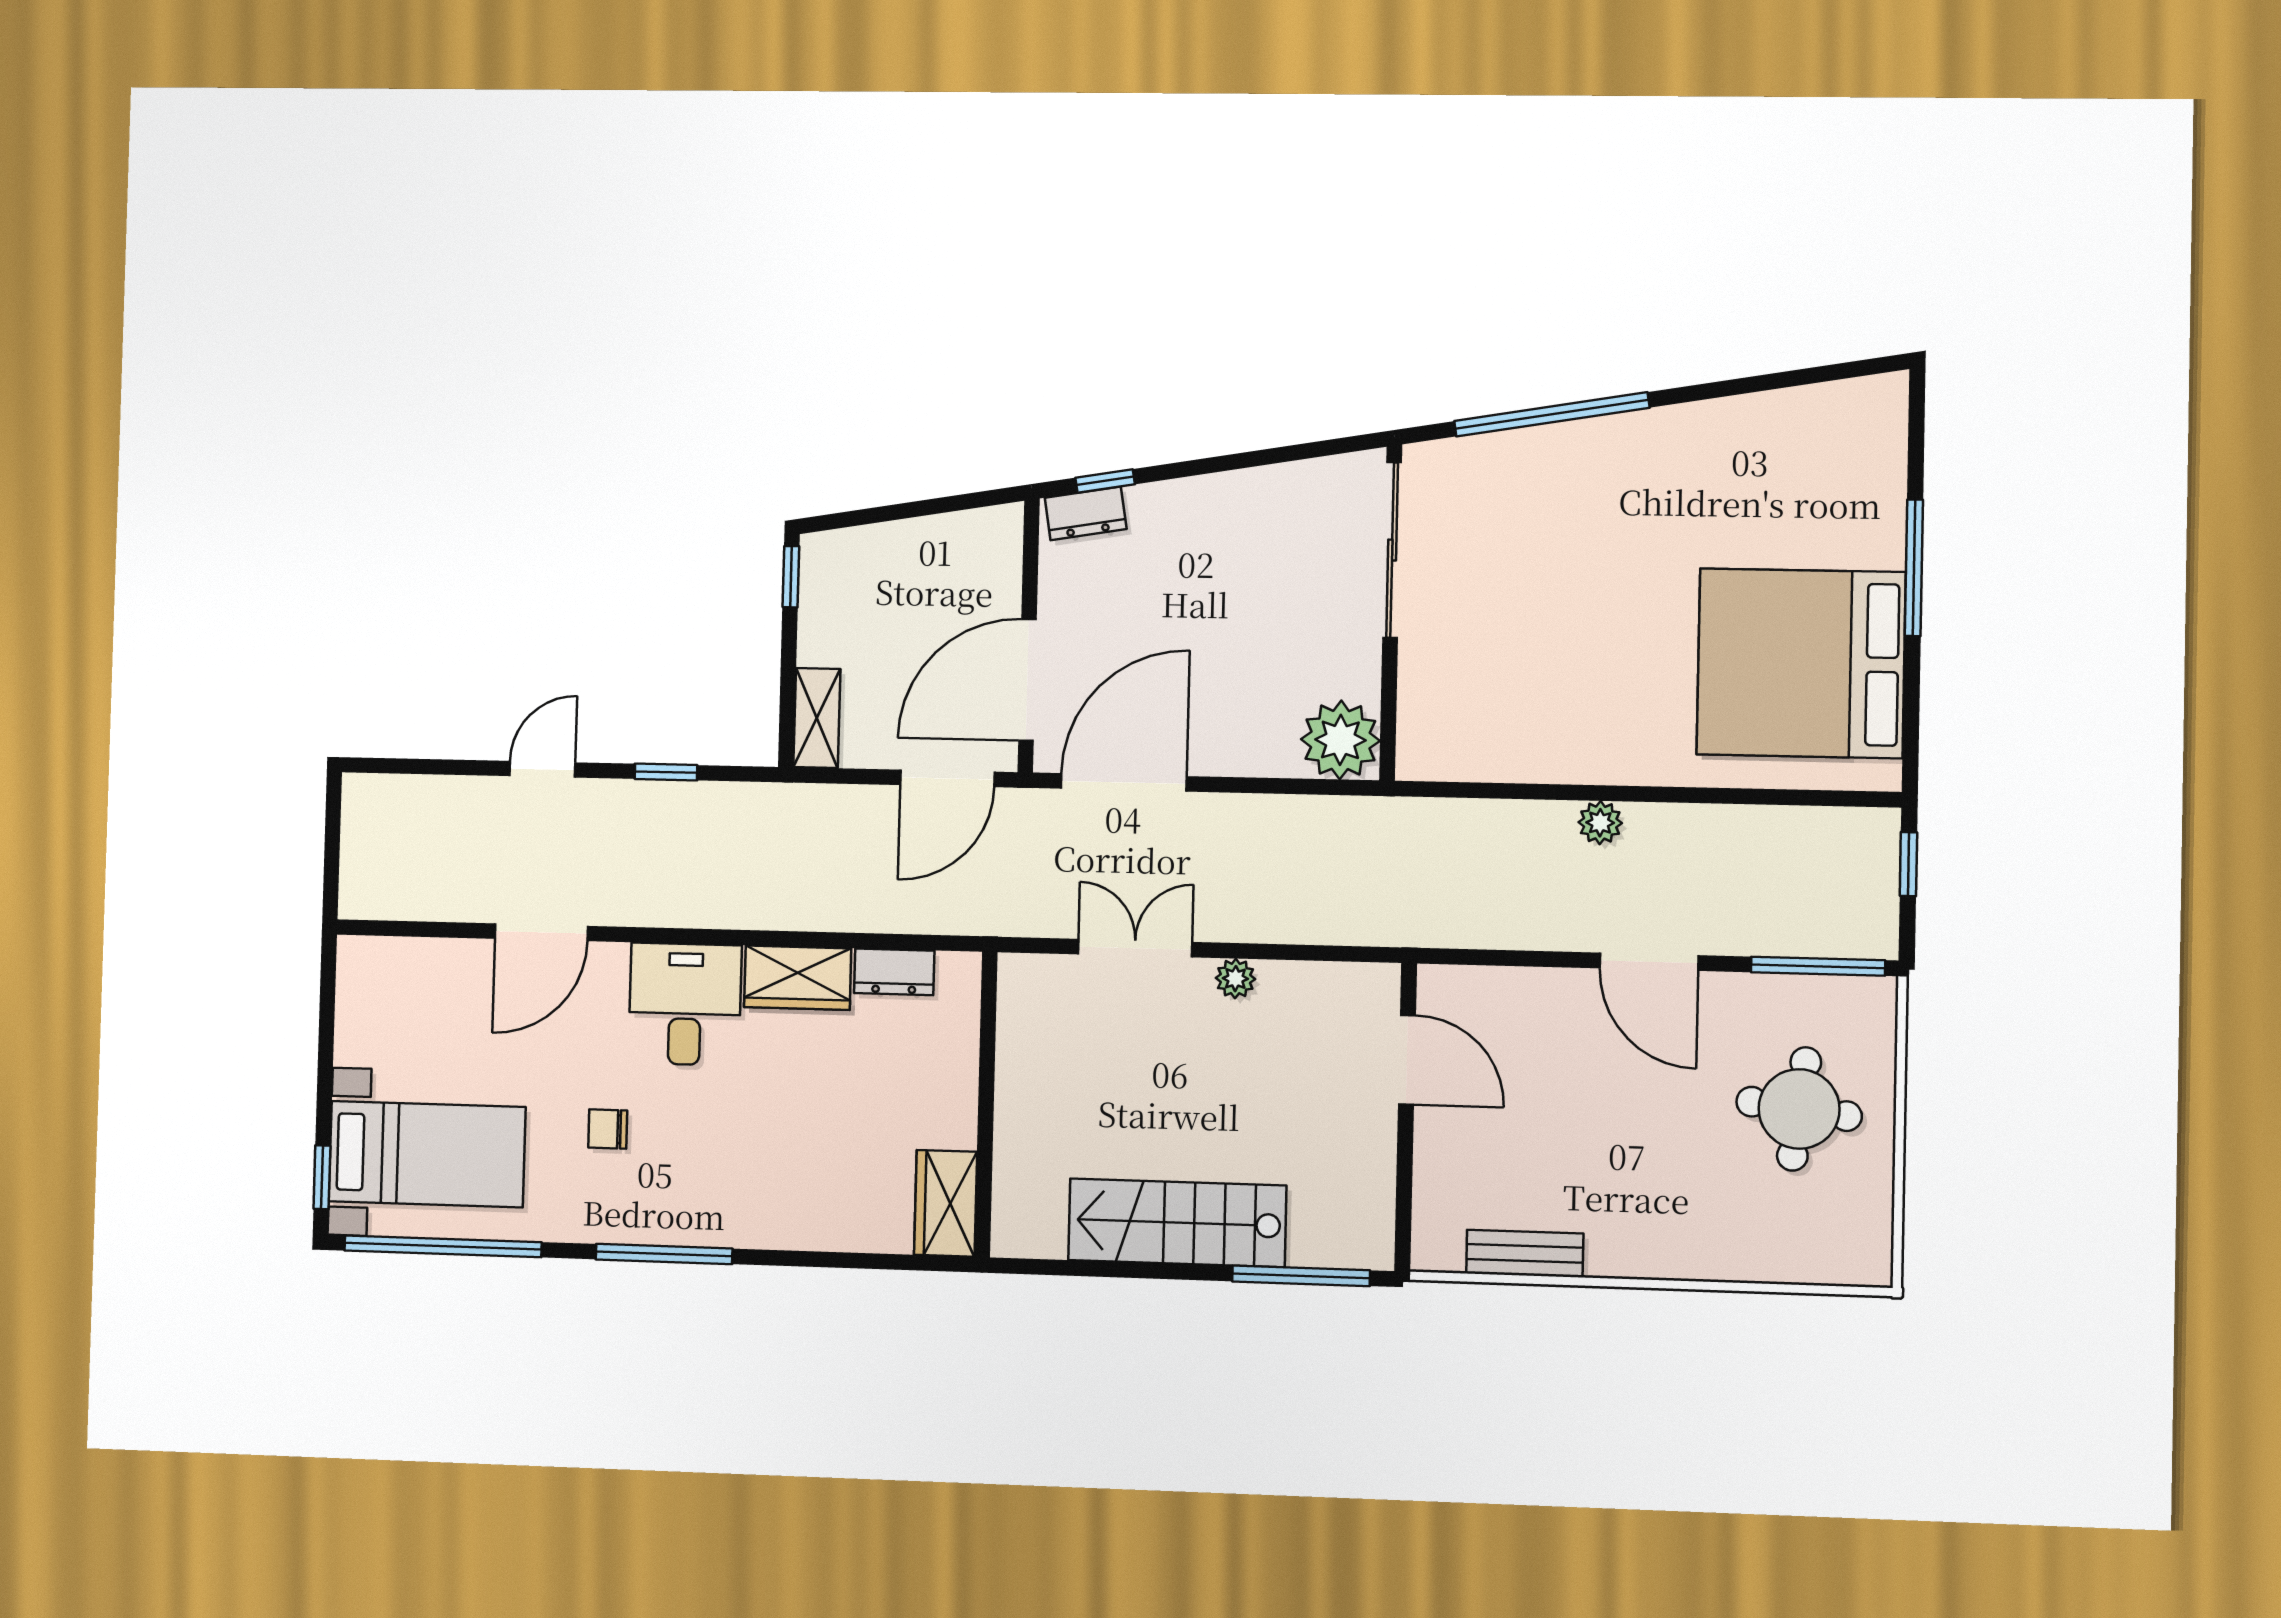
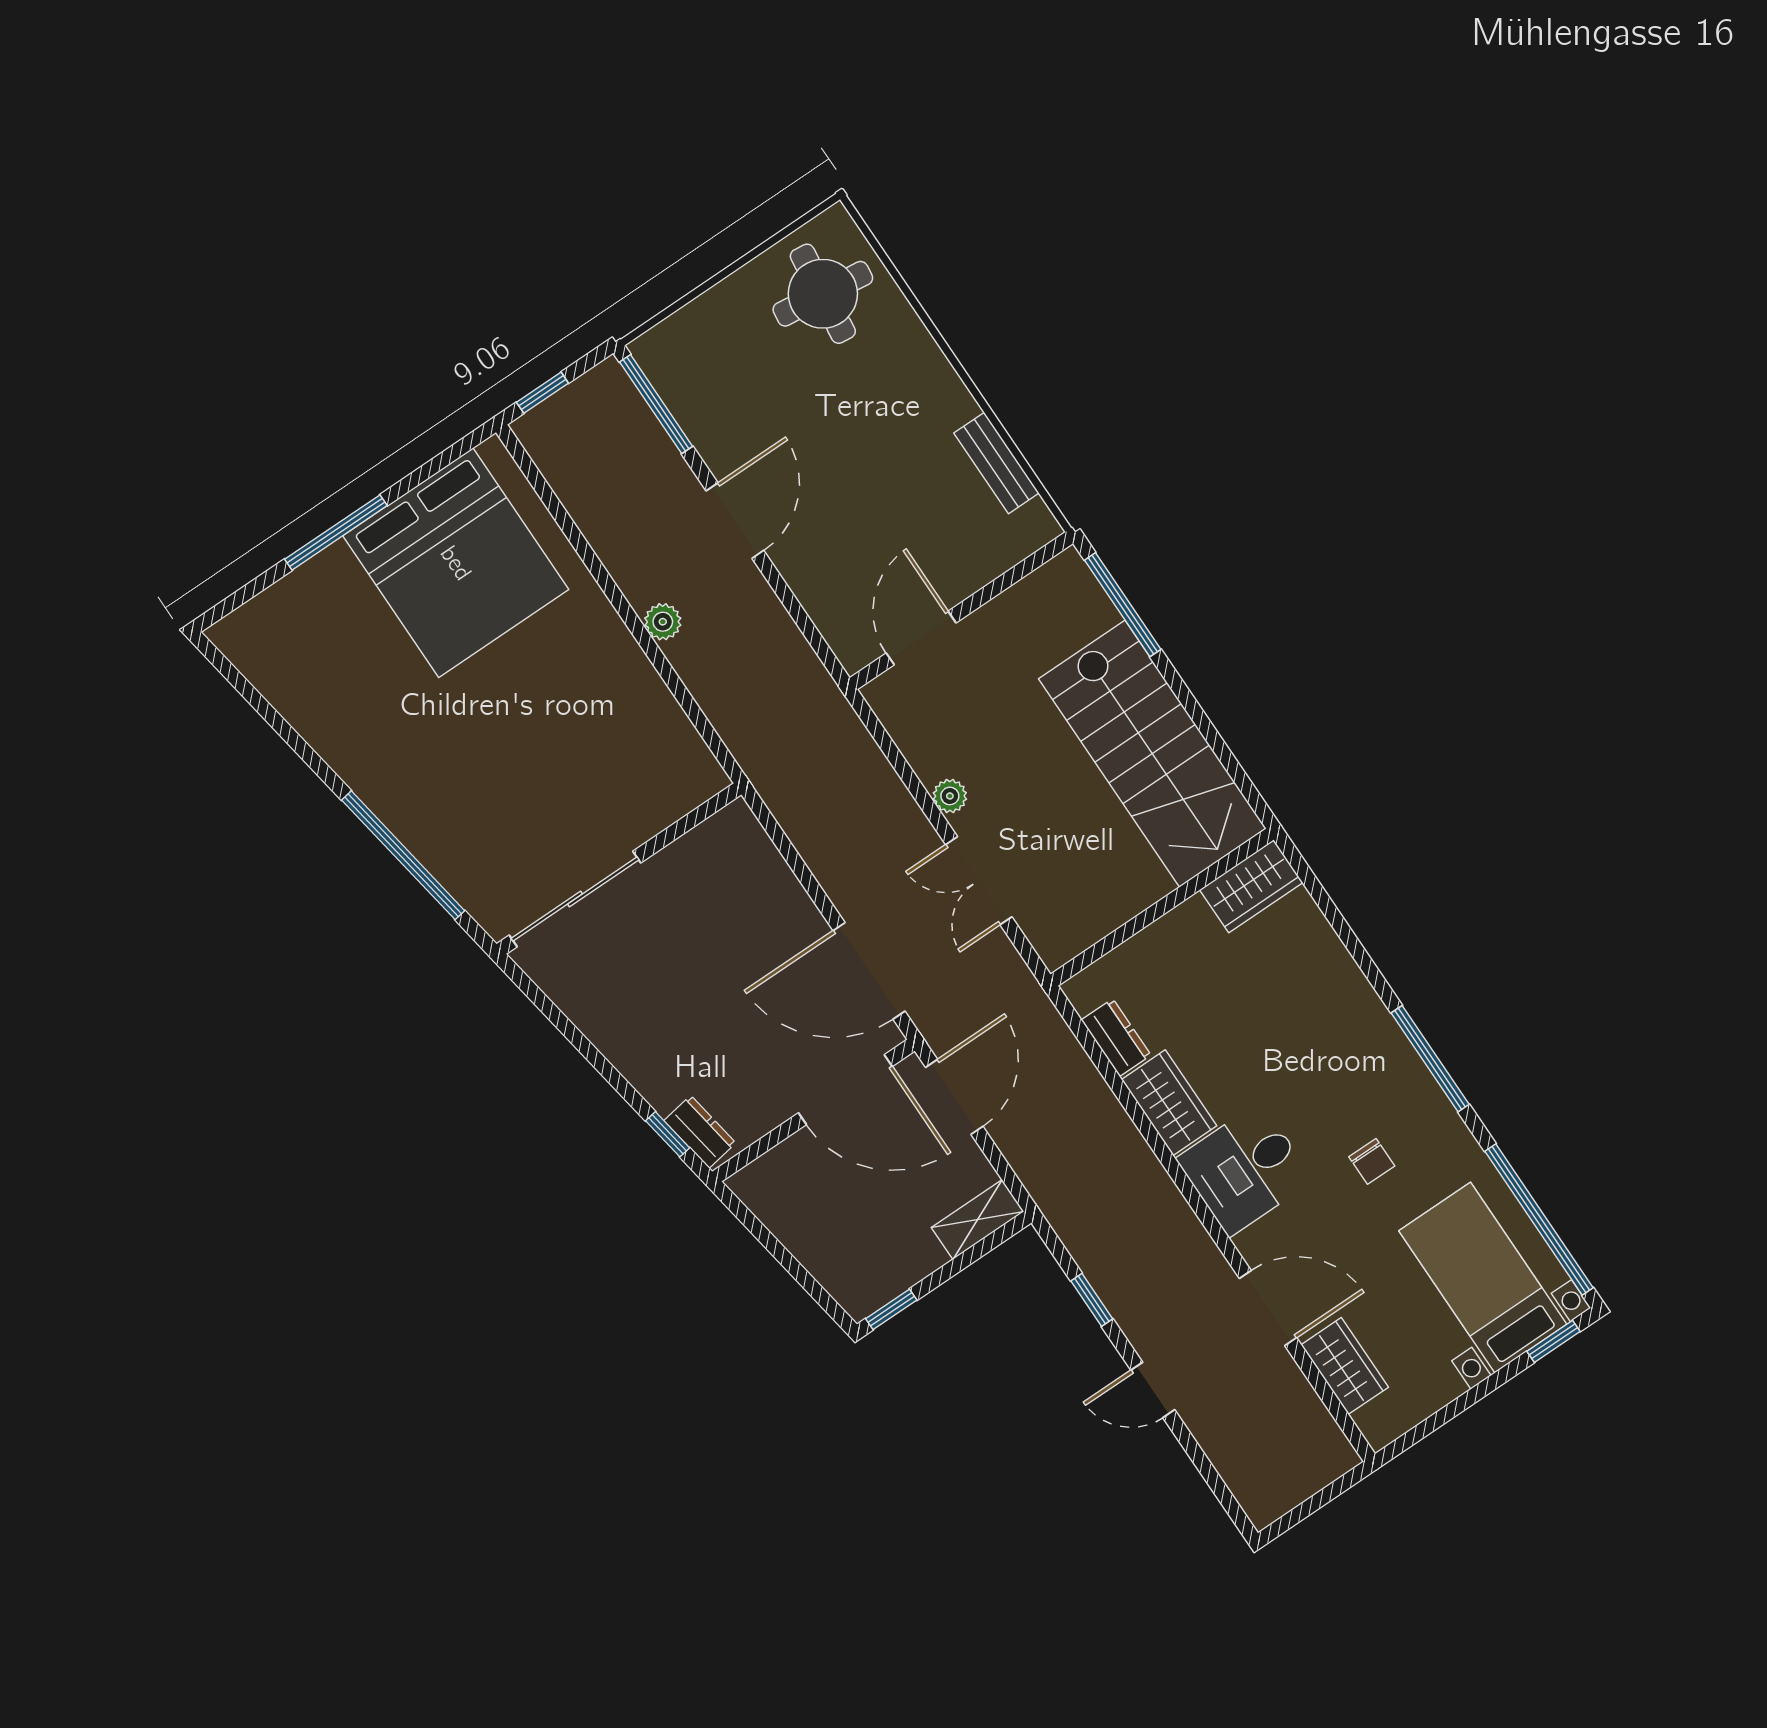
plant: (1340, 740) -> (732, 841), removed
door: (947, 778) -> (954, 1097), hinge flipped
wardrobe: (437, 965) -> (1345, 1366), added
round table: (1799, 1109) -> (823, 294), moved
stairs: (1177, 1223) -> (1152, 754), width x1.36, depth x1.51

